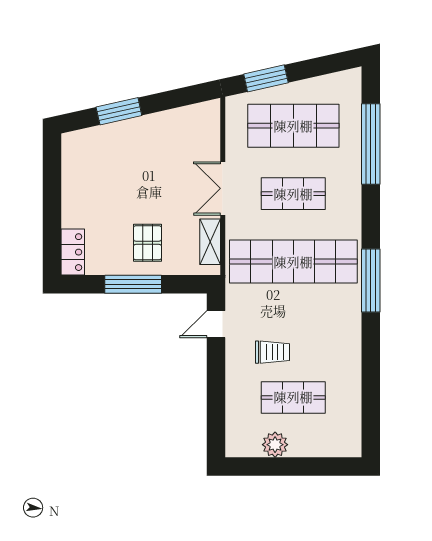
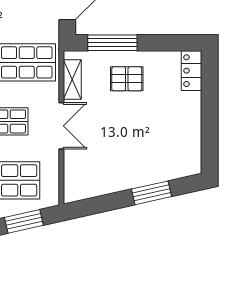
pallet: (147, 243) -> (127, 79), turned 90
window: (133, 284) -> (112, 43), moved

